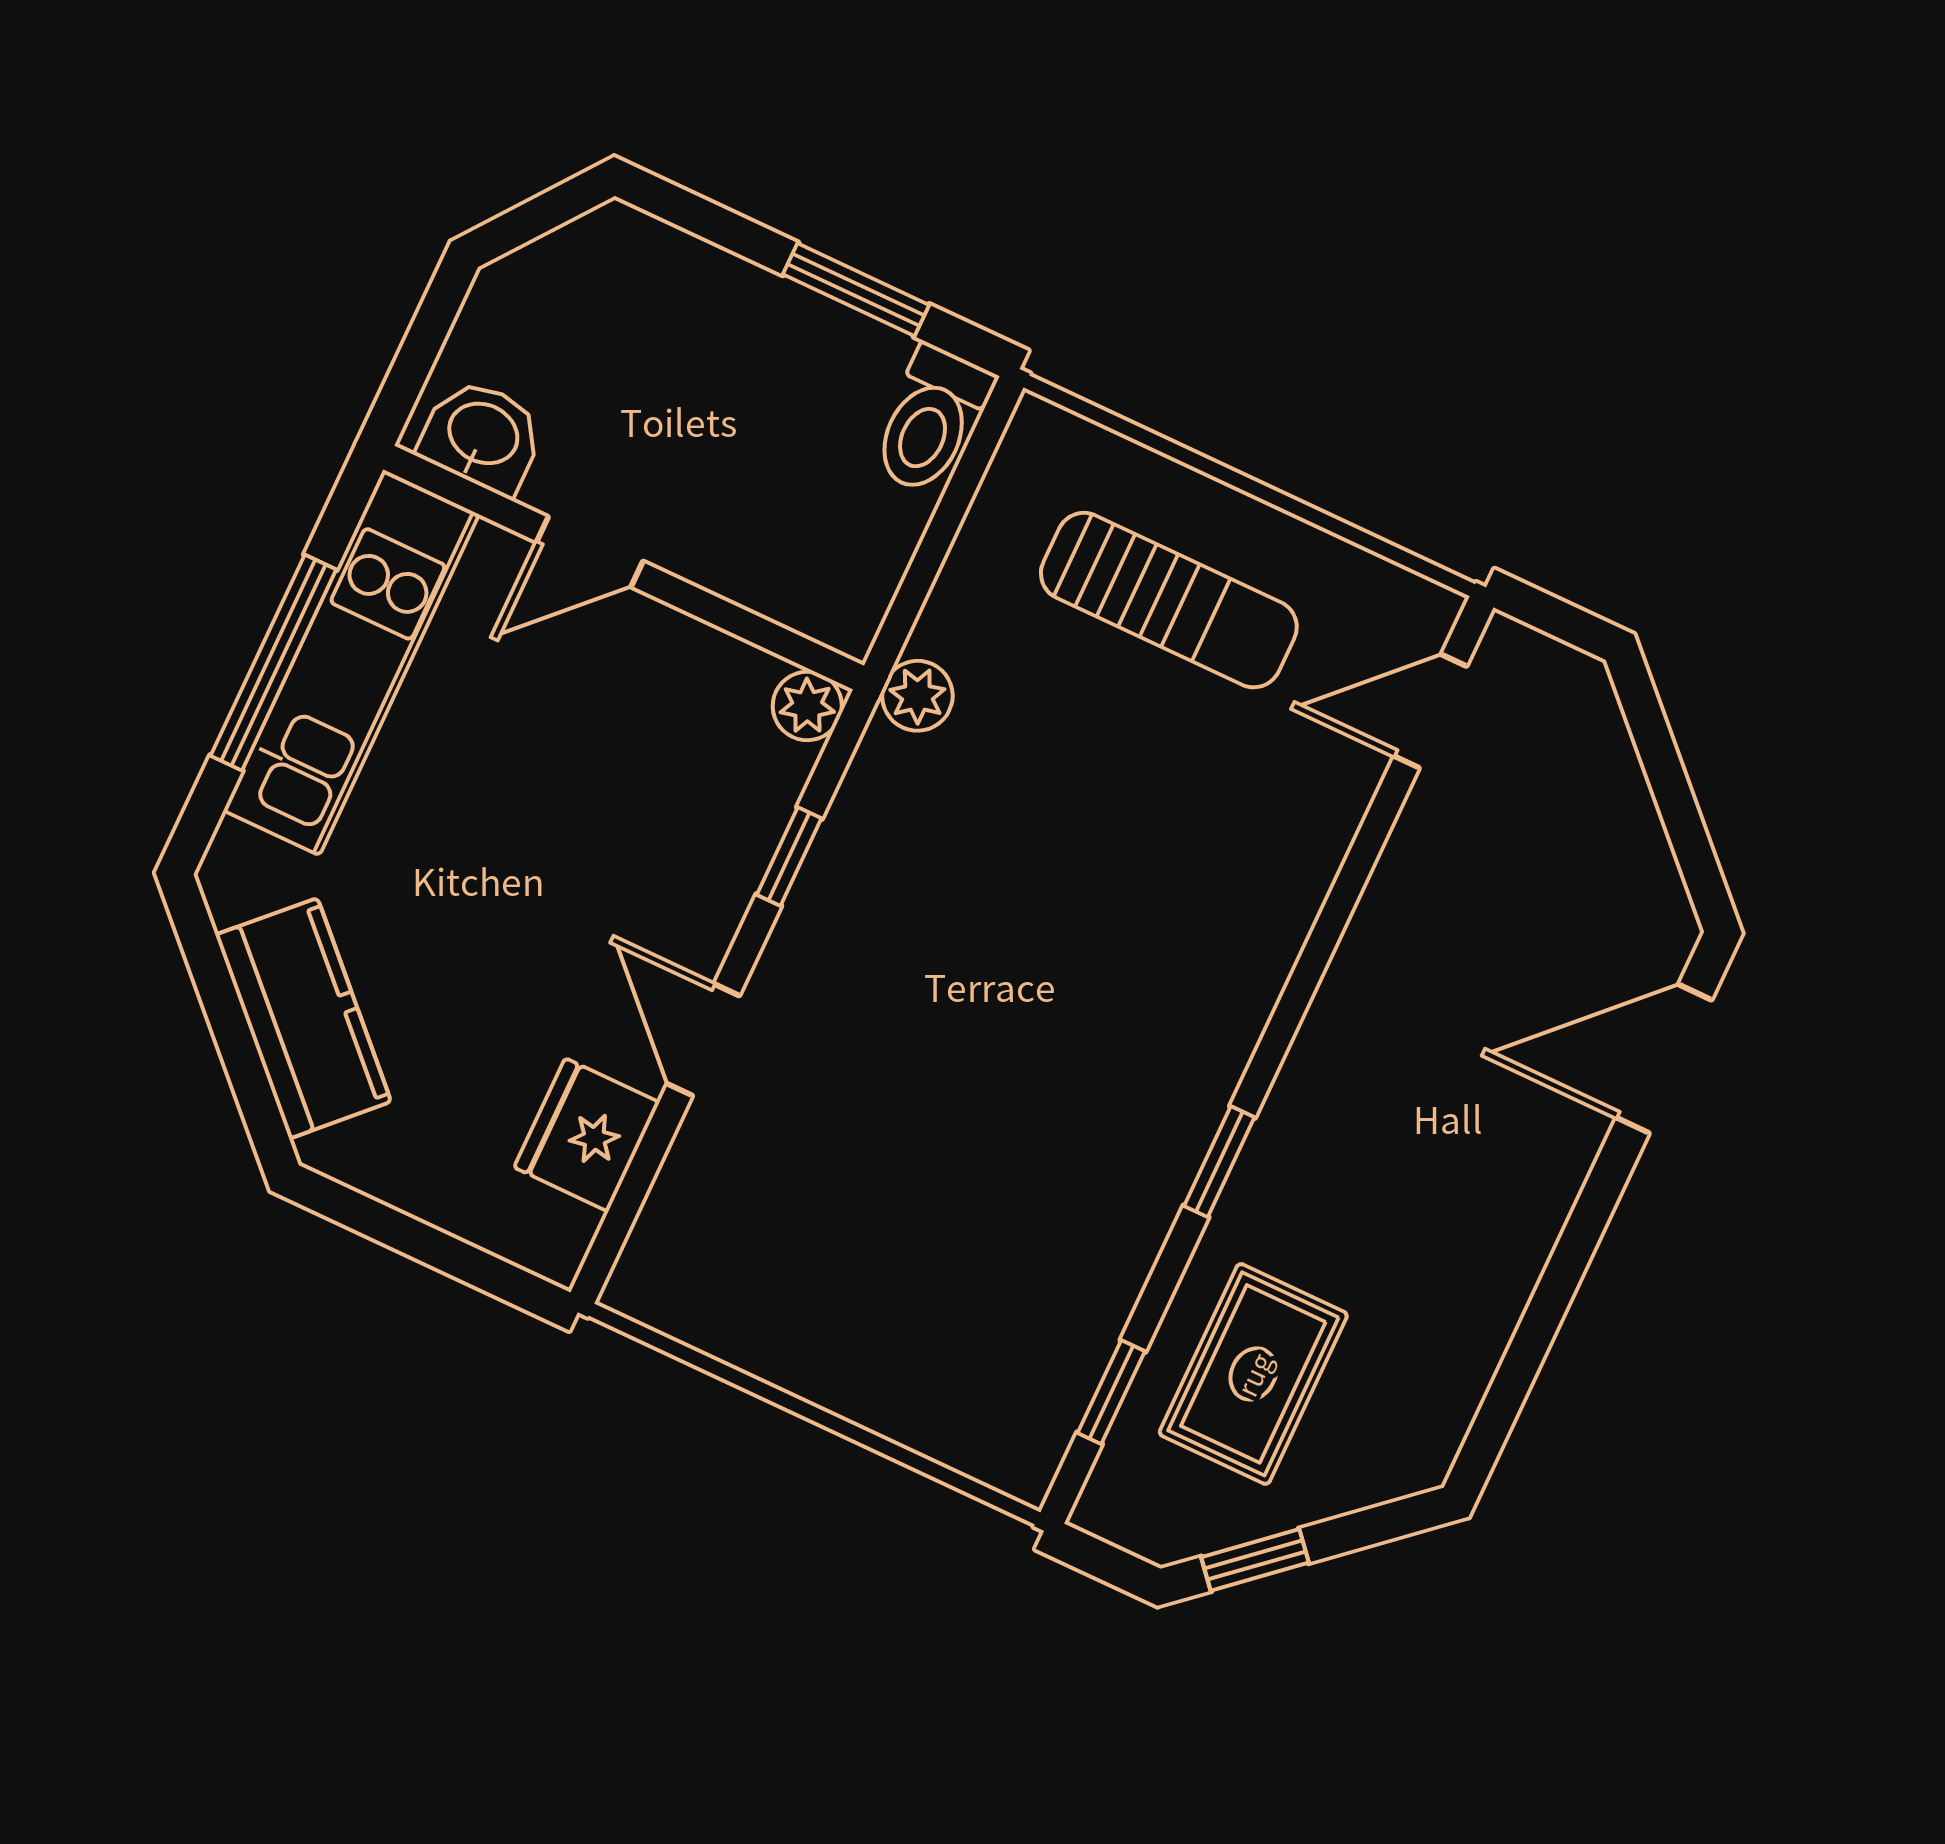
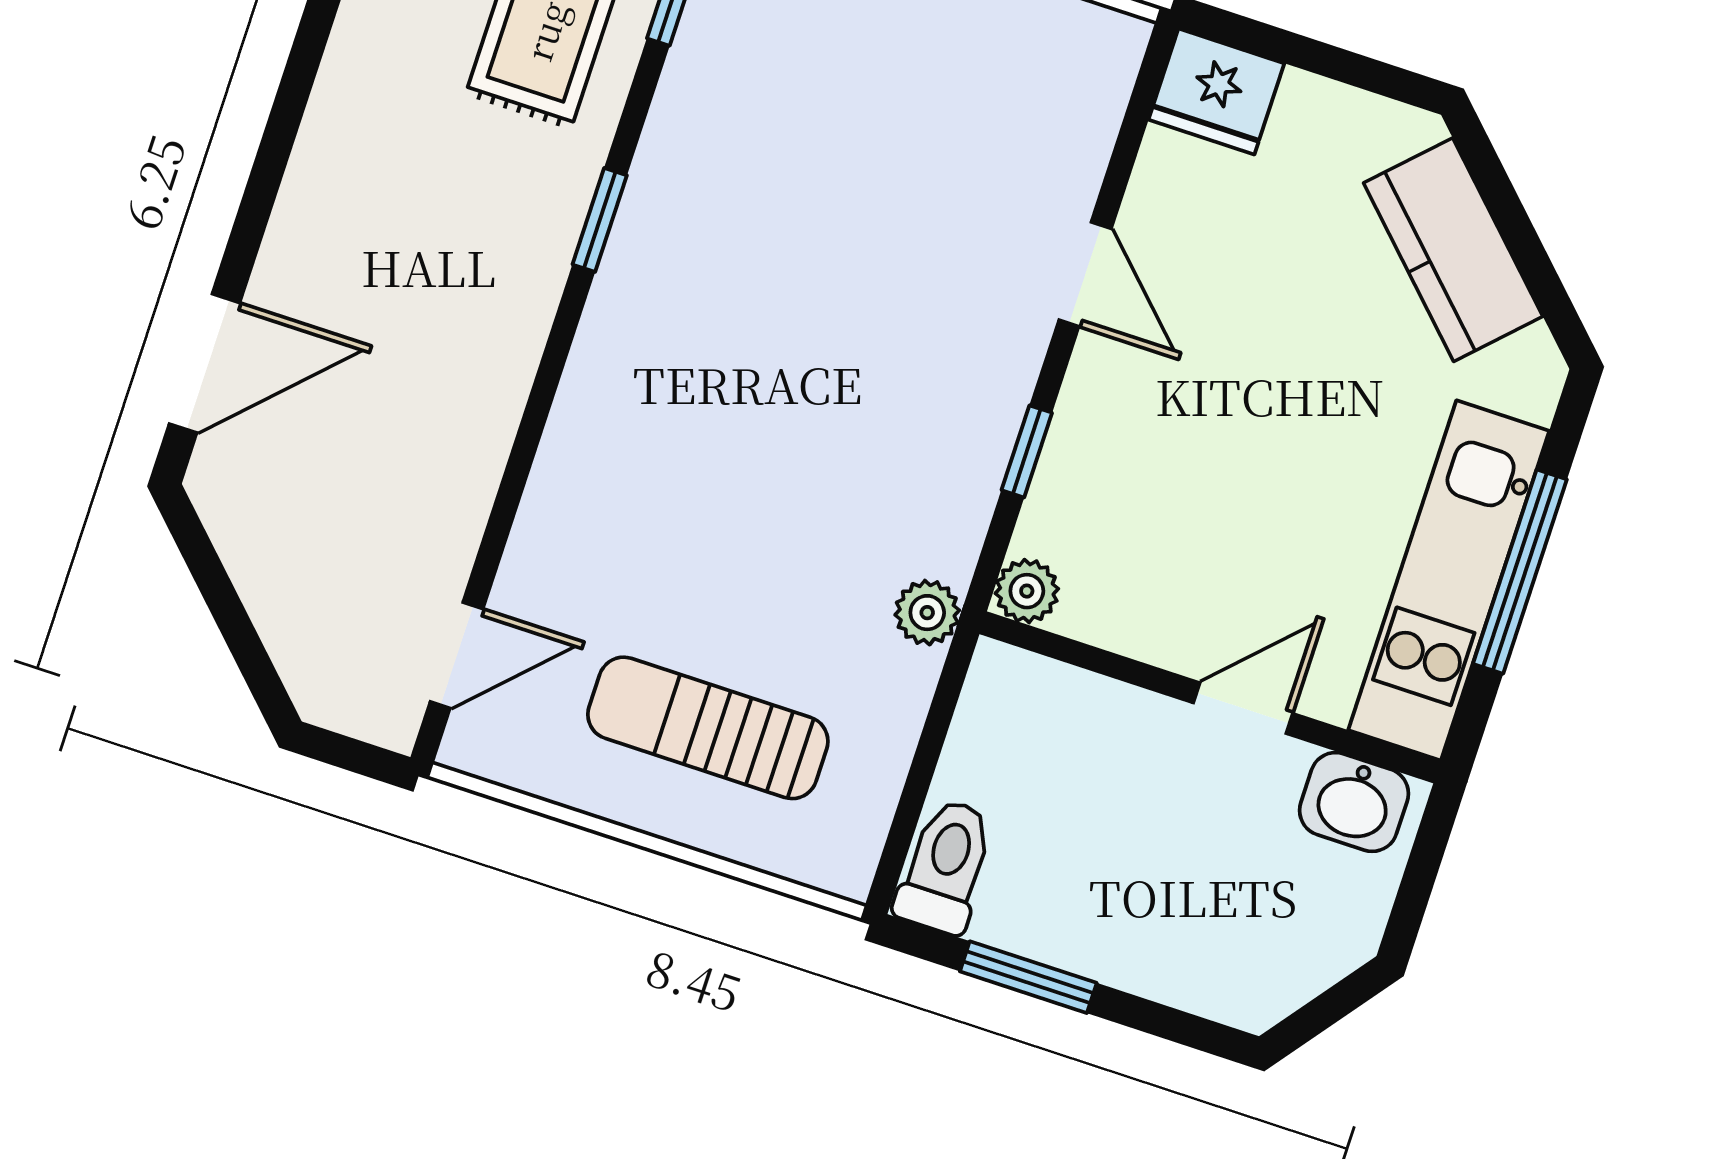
fridge: (587, 1135) -> (1216, 92), moved, turned 90

